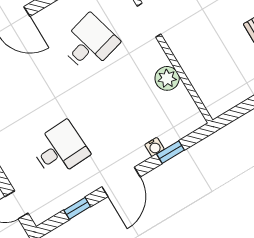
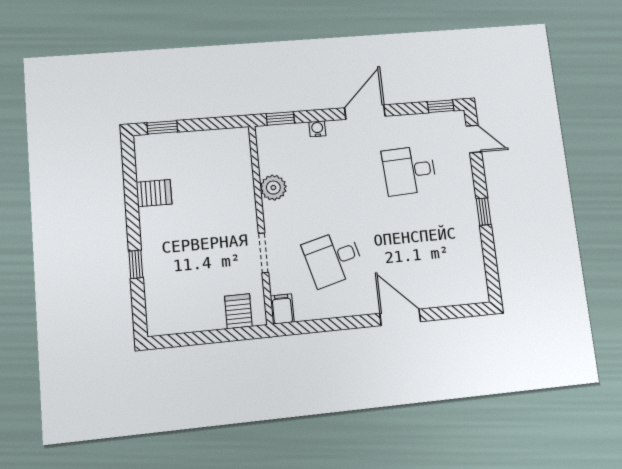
window: (171, 152) -> (280, 118), moved
window: (77, 208) -> (441, 106), moved

